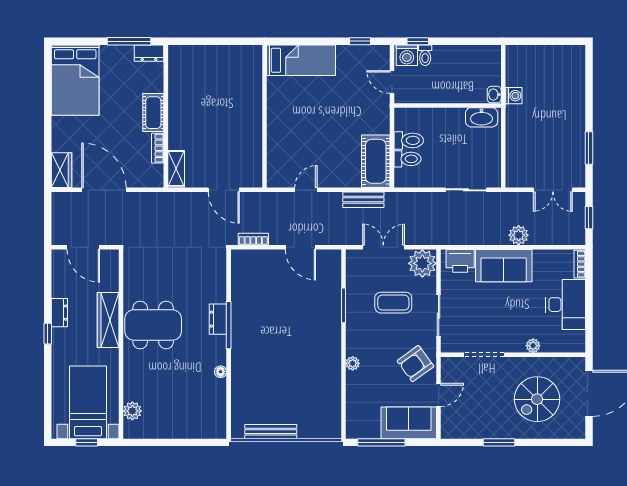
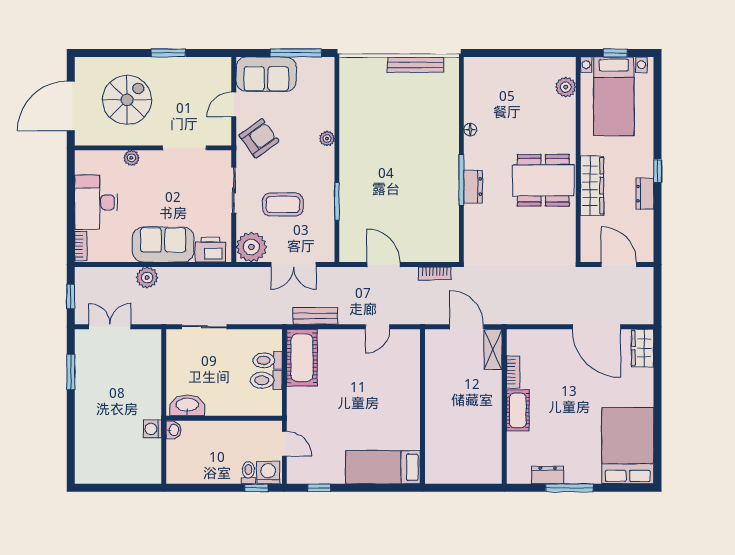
cot: (153, 113) -> (518, 410), moved
wall: (166, 116) -> (504, 407), moved
bookcase: (158, 148) -> (513, 372), moved
shelving: (176, 169) -> (493, 350), moved

